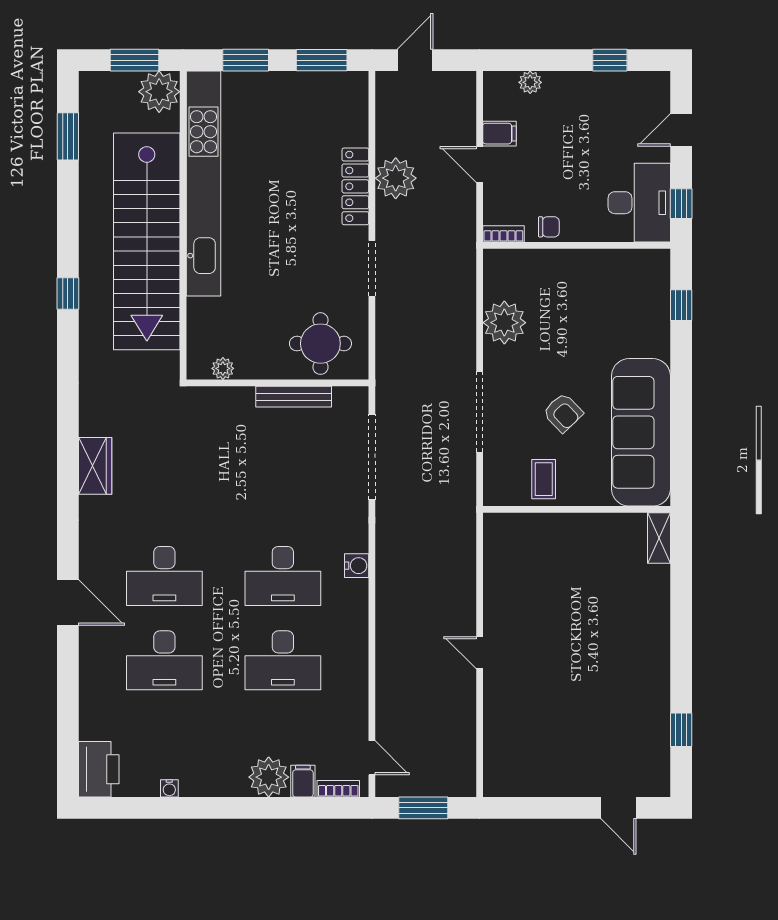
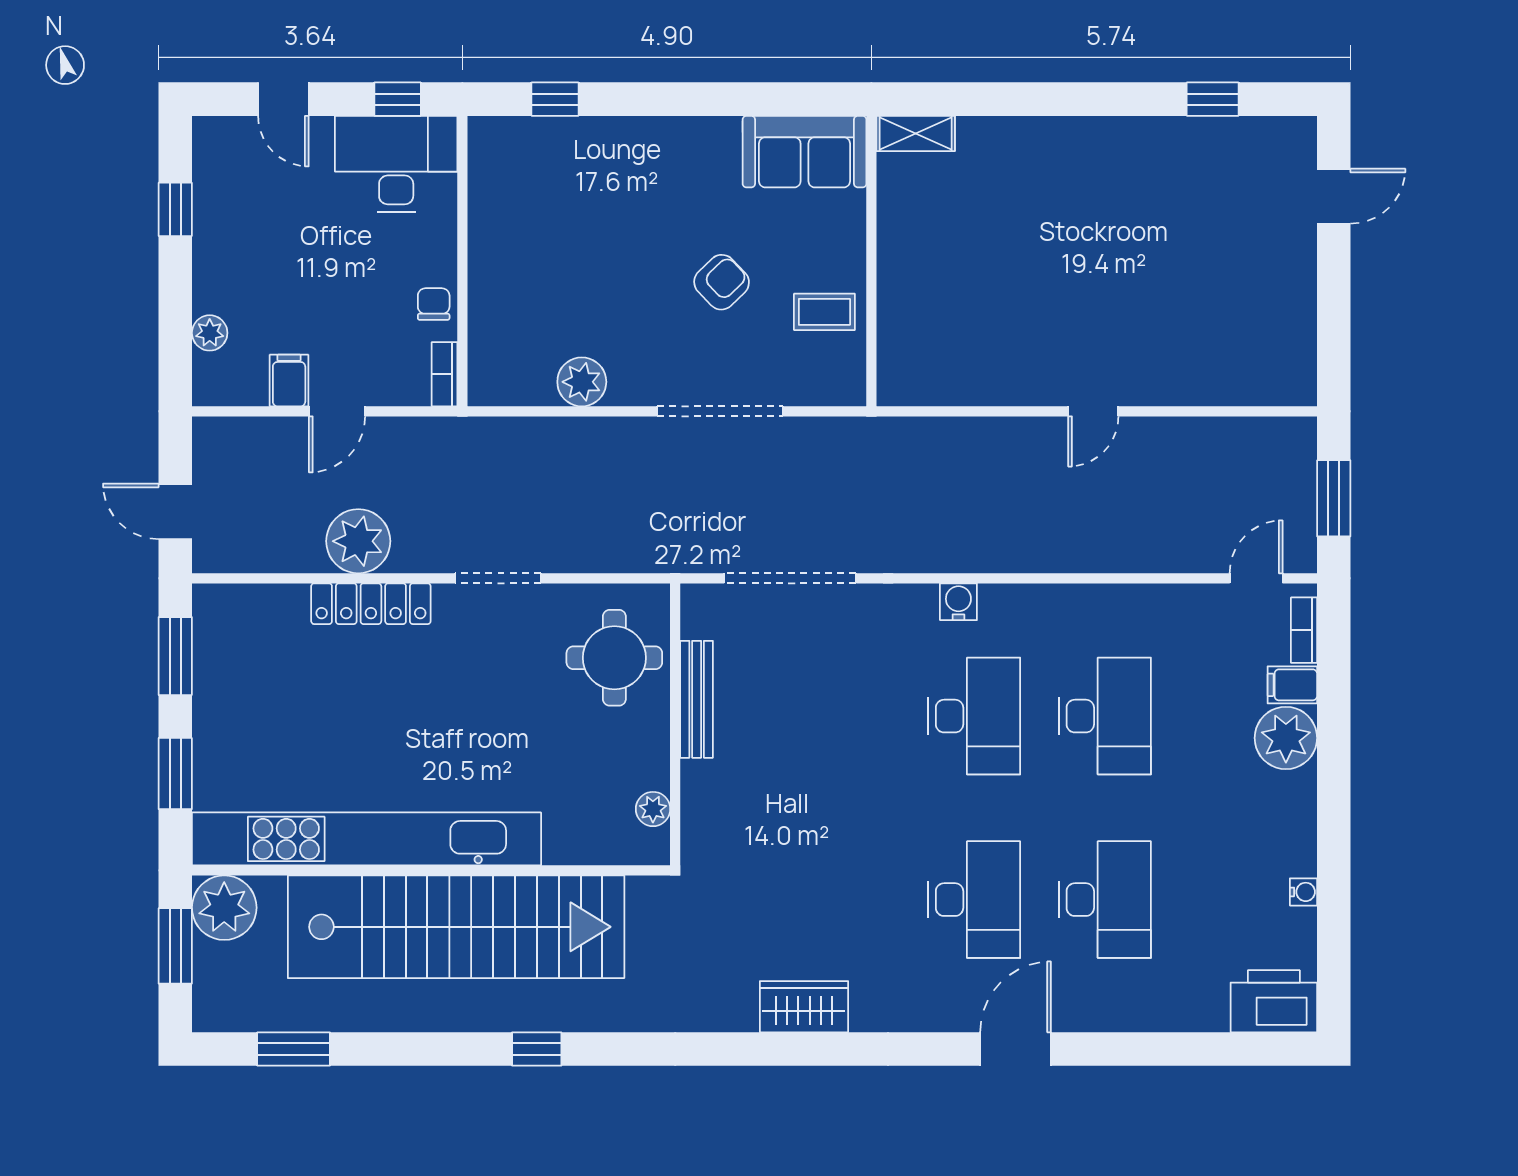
plant: (504, 323) -> (582, 382), width x0.73, depth x0.73
sofa: (641, 432) -> (805, 152), width x0.54, depth x0.79

